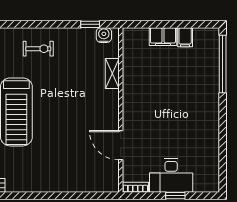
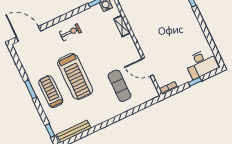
exercise mat: (71, 153) -> (119, 86), added
desk: (171, 176) -> (201, 64), moved

